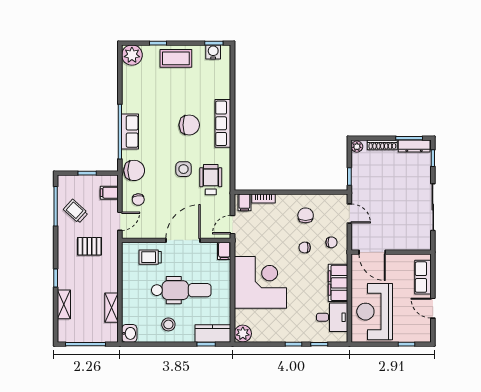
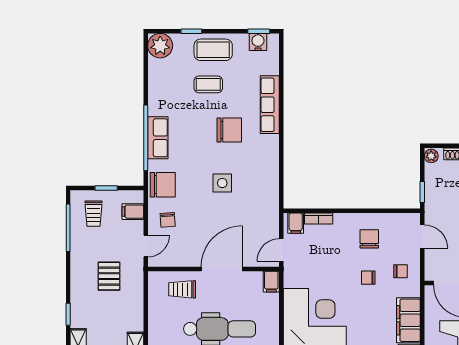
coffee table: (172, 87) -> (208, 84), added
row of seats: (223, 123) -> (270, 105), moved
wheelchair: (211, 180) -> (255, 196), removed
trolley: (76, 211) -> (94, 214), moved, turned -132
pallet: (89, 246) -> (109, 276), turned 90

